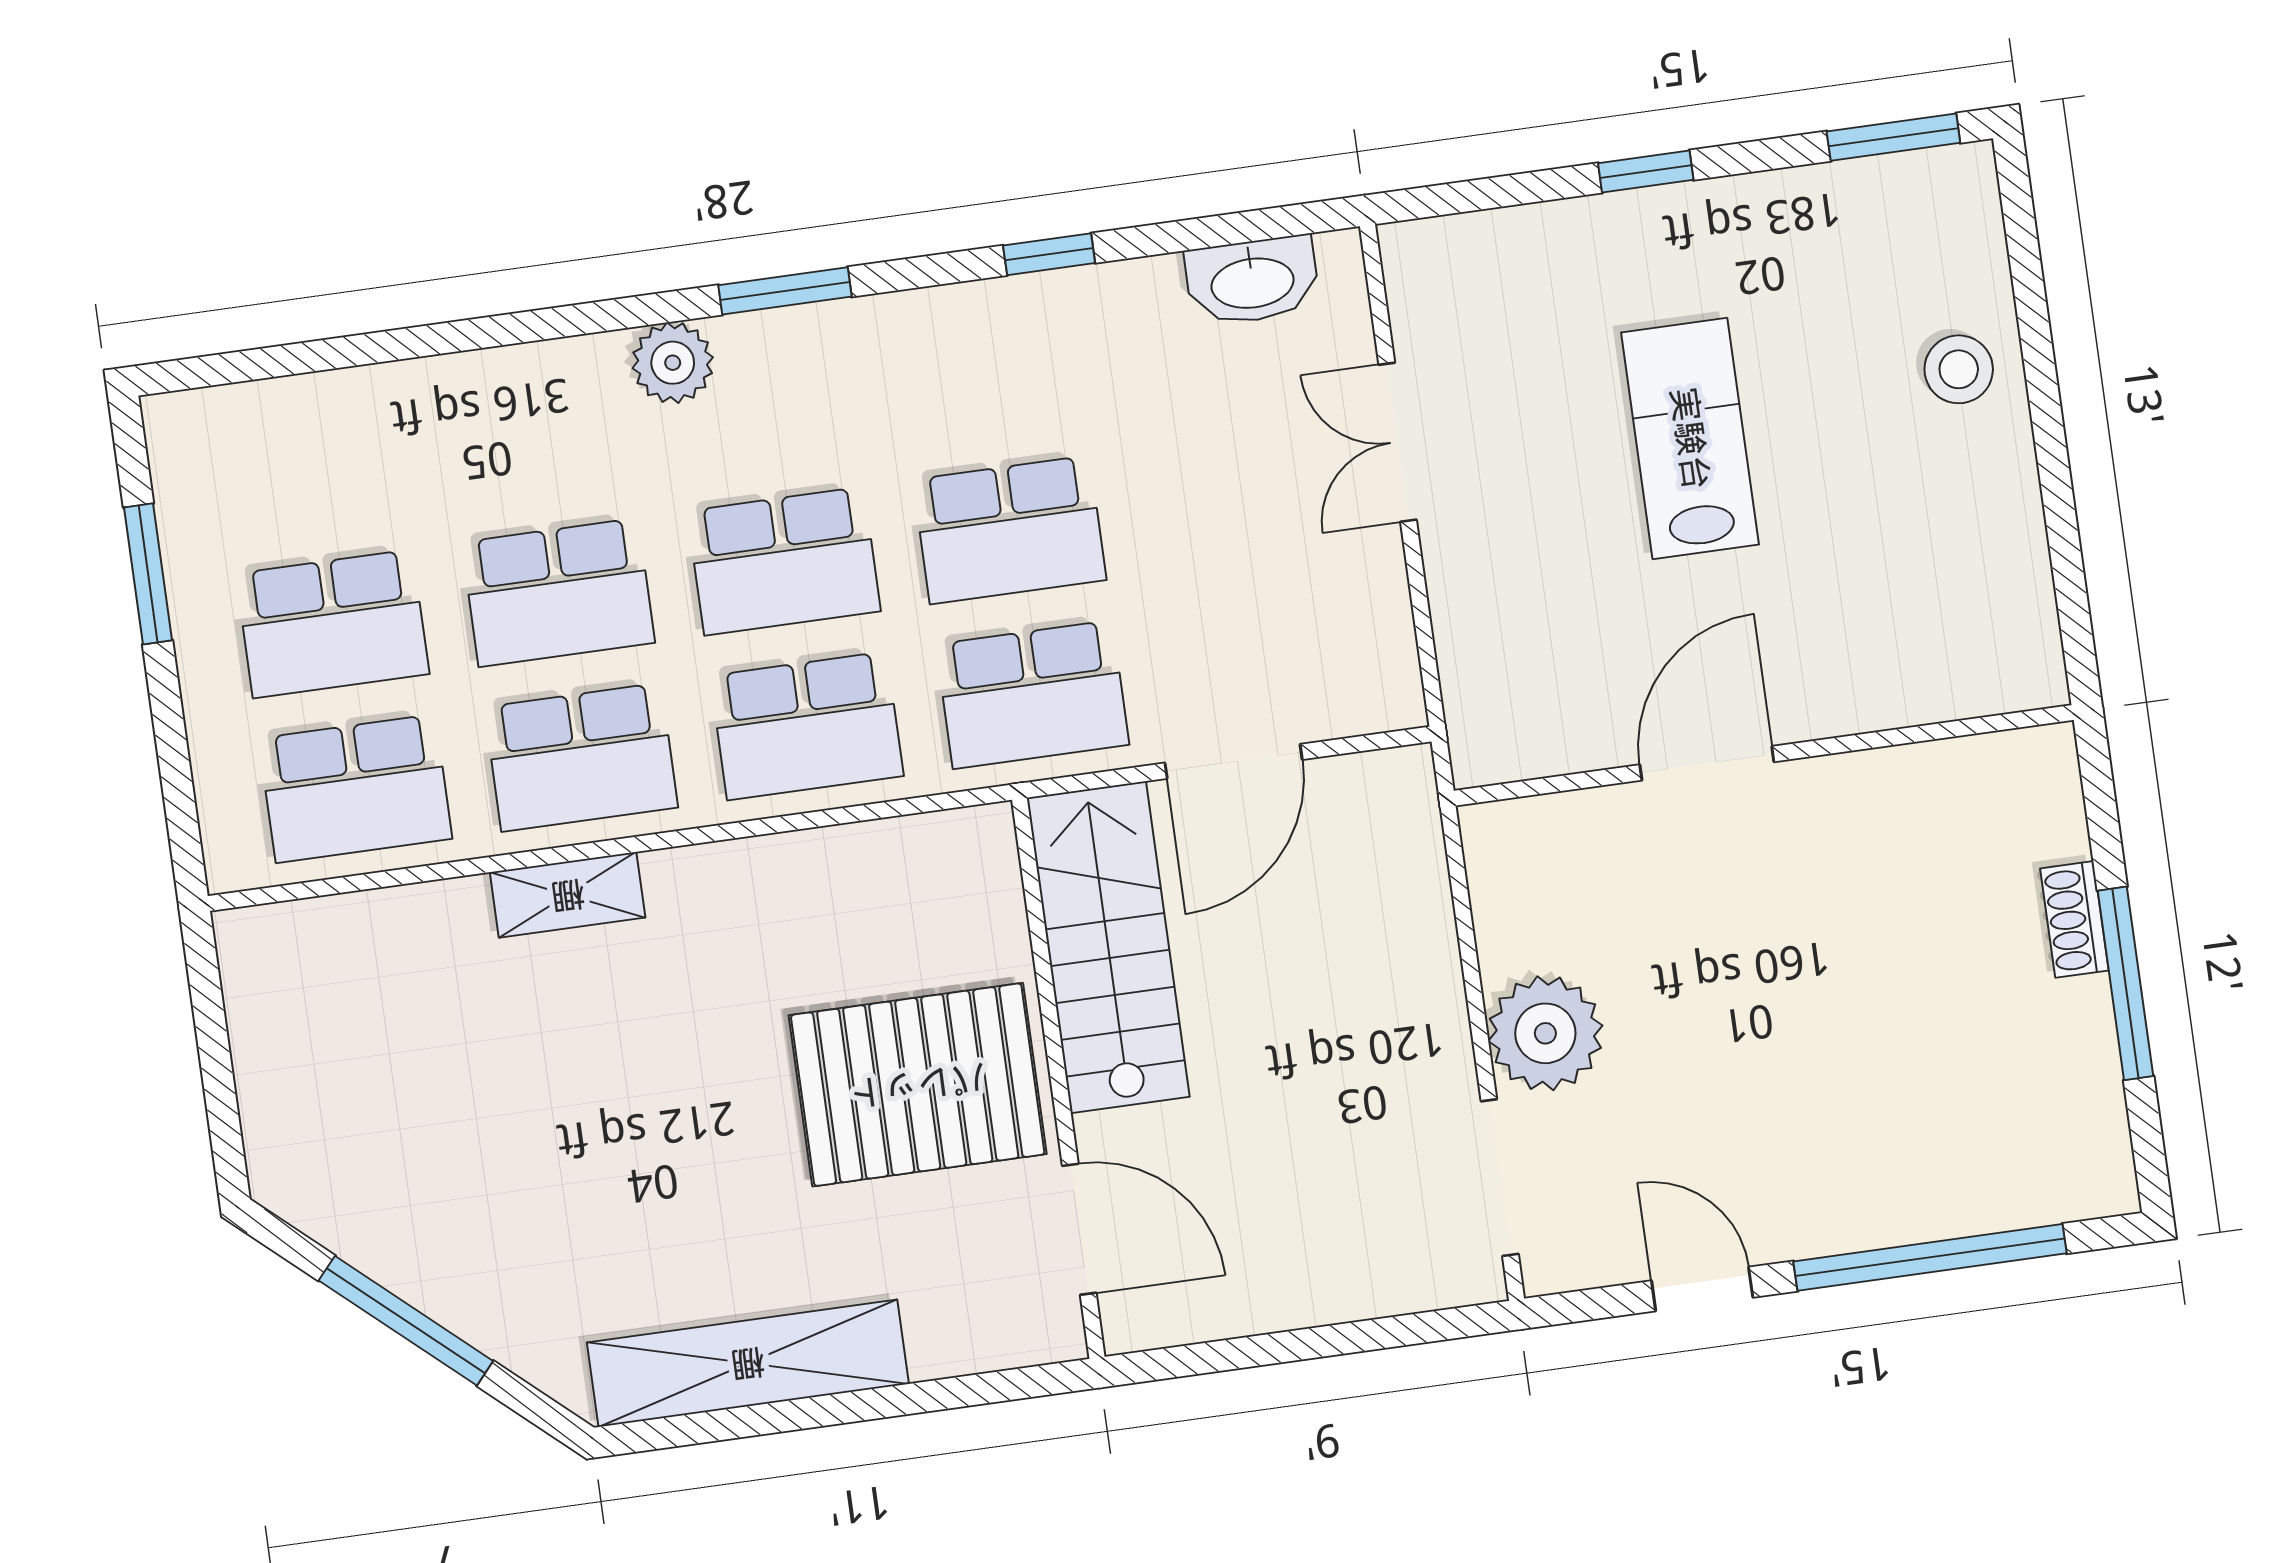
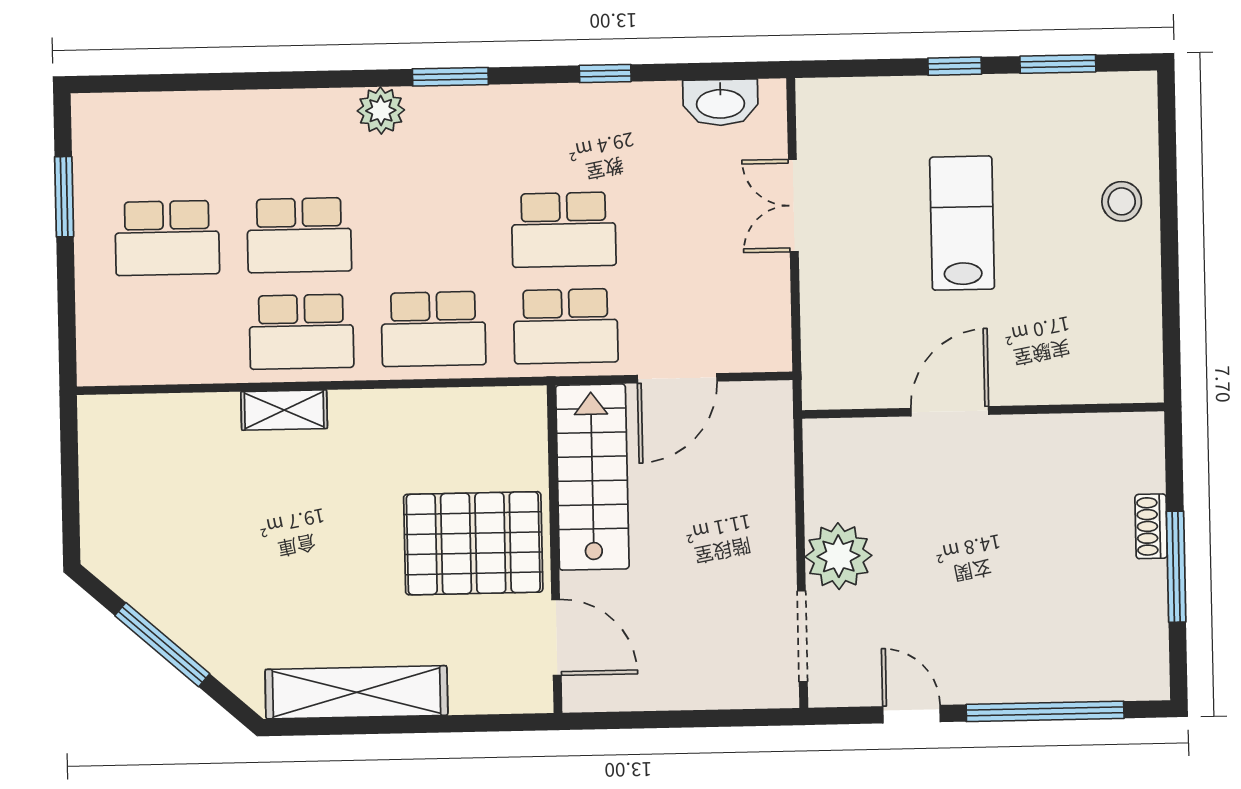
window: (1893, 137) -> (1058, 64), moved
school desk: (784, 561) -> (432, 232), removed
school desk: (355, 789) -> (169, 334), removed

